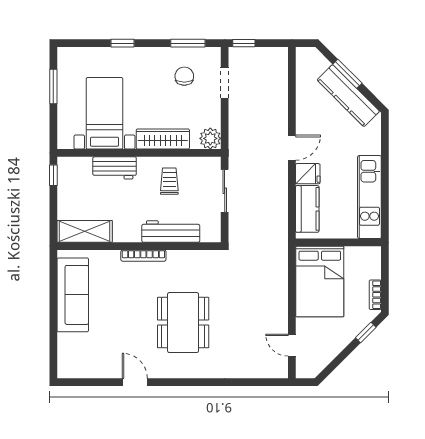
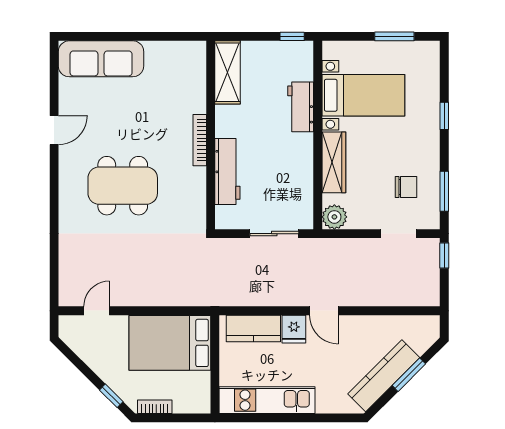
trolley: (169, 181) -> (285, 170), removed
sofa: (73, 295) -> (101, 59), moved

